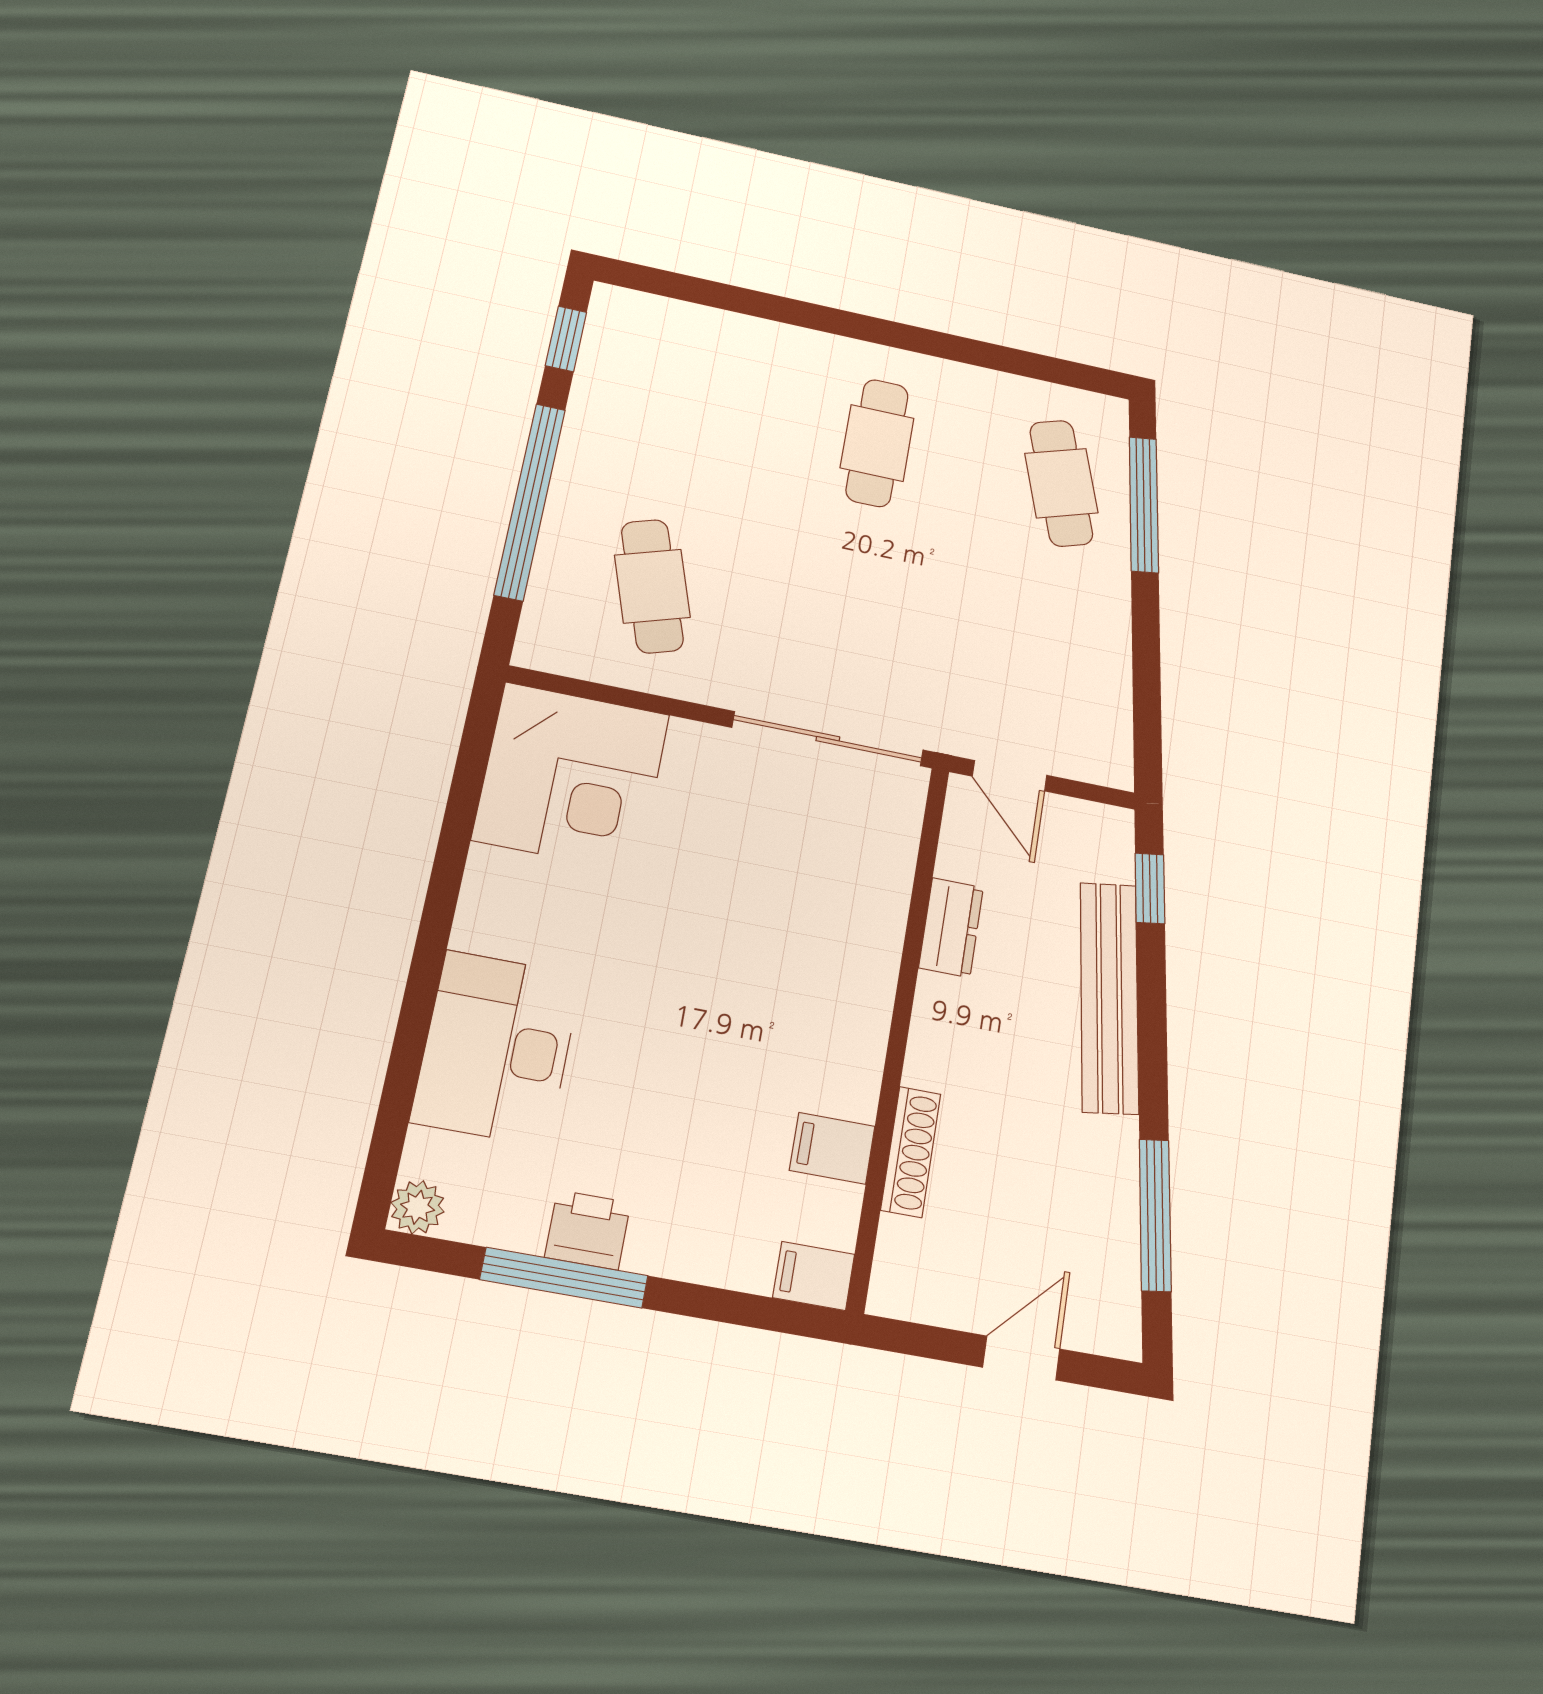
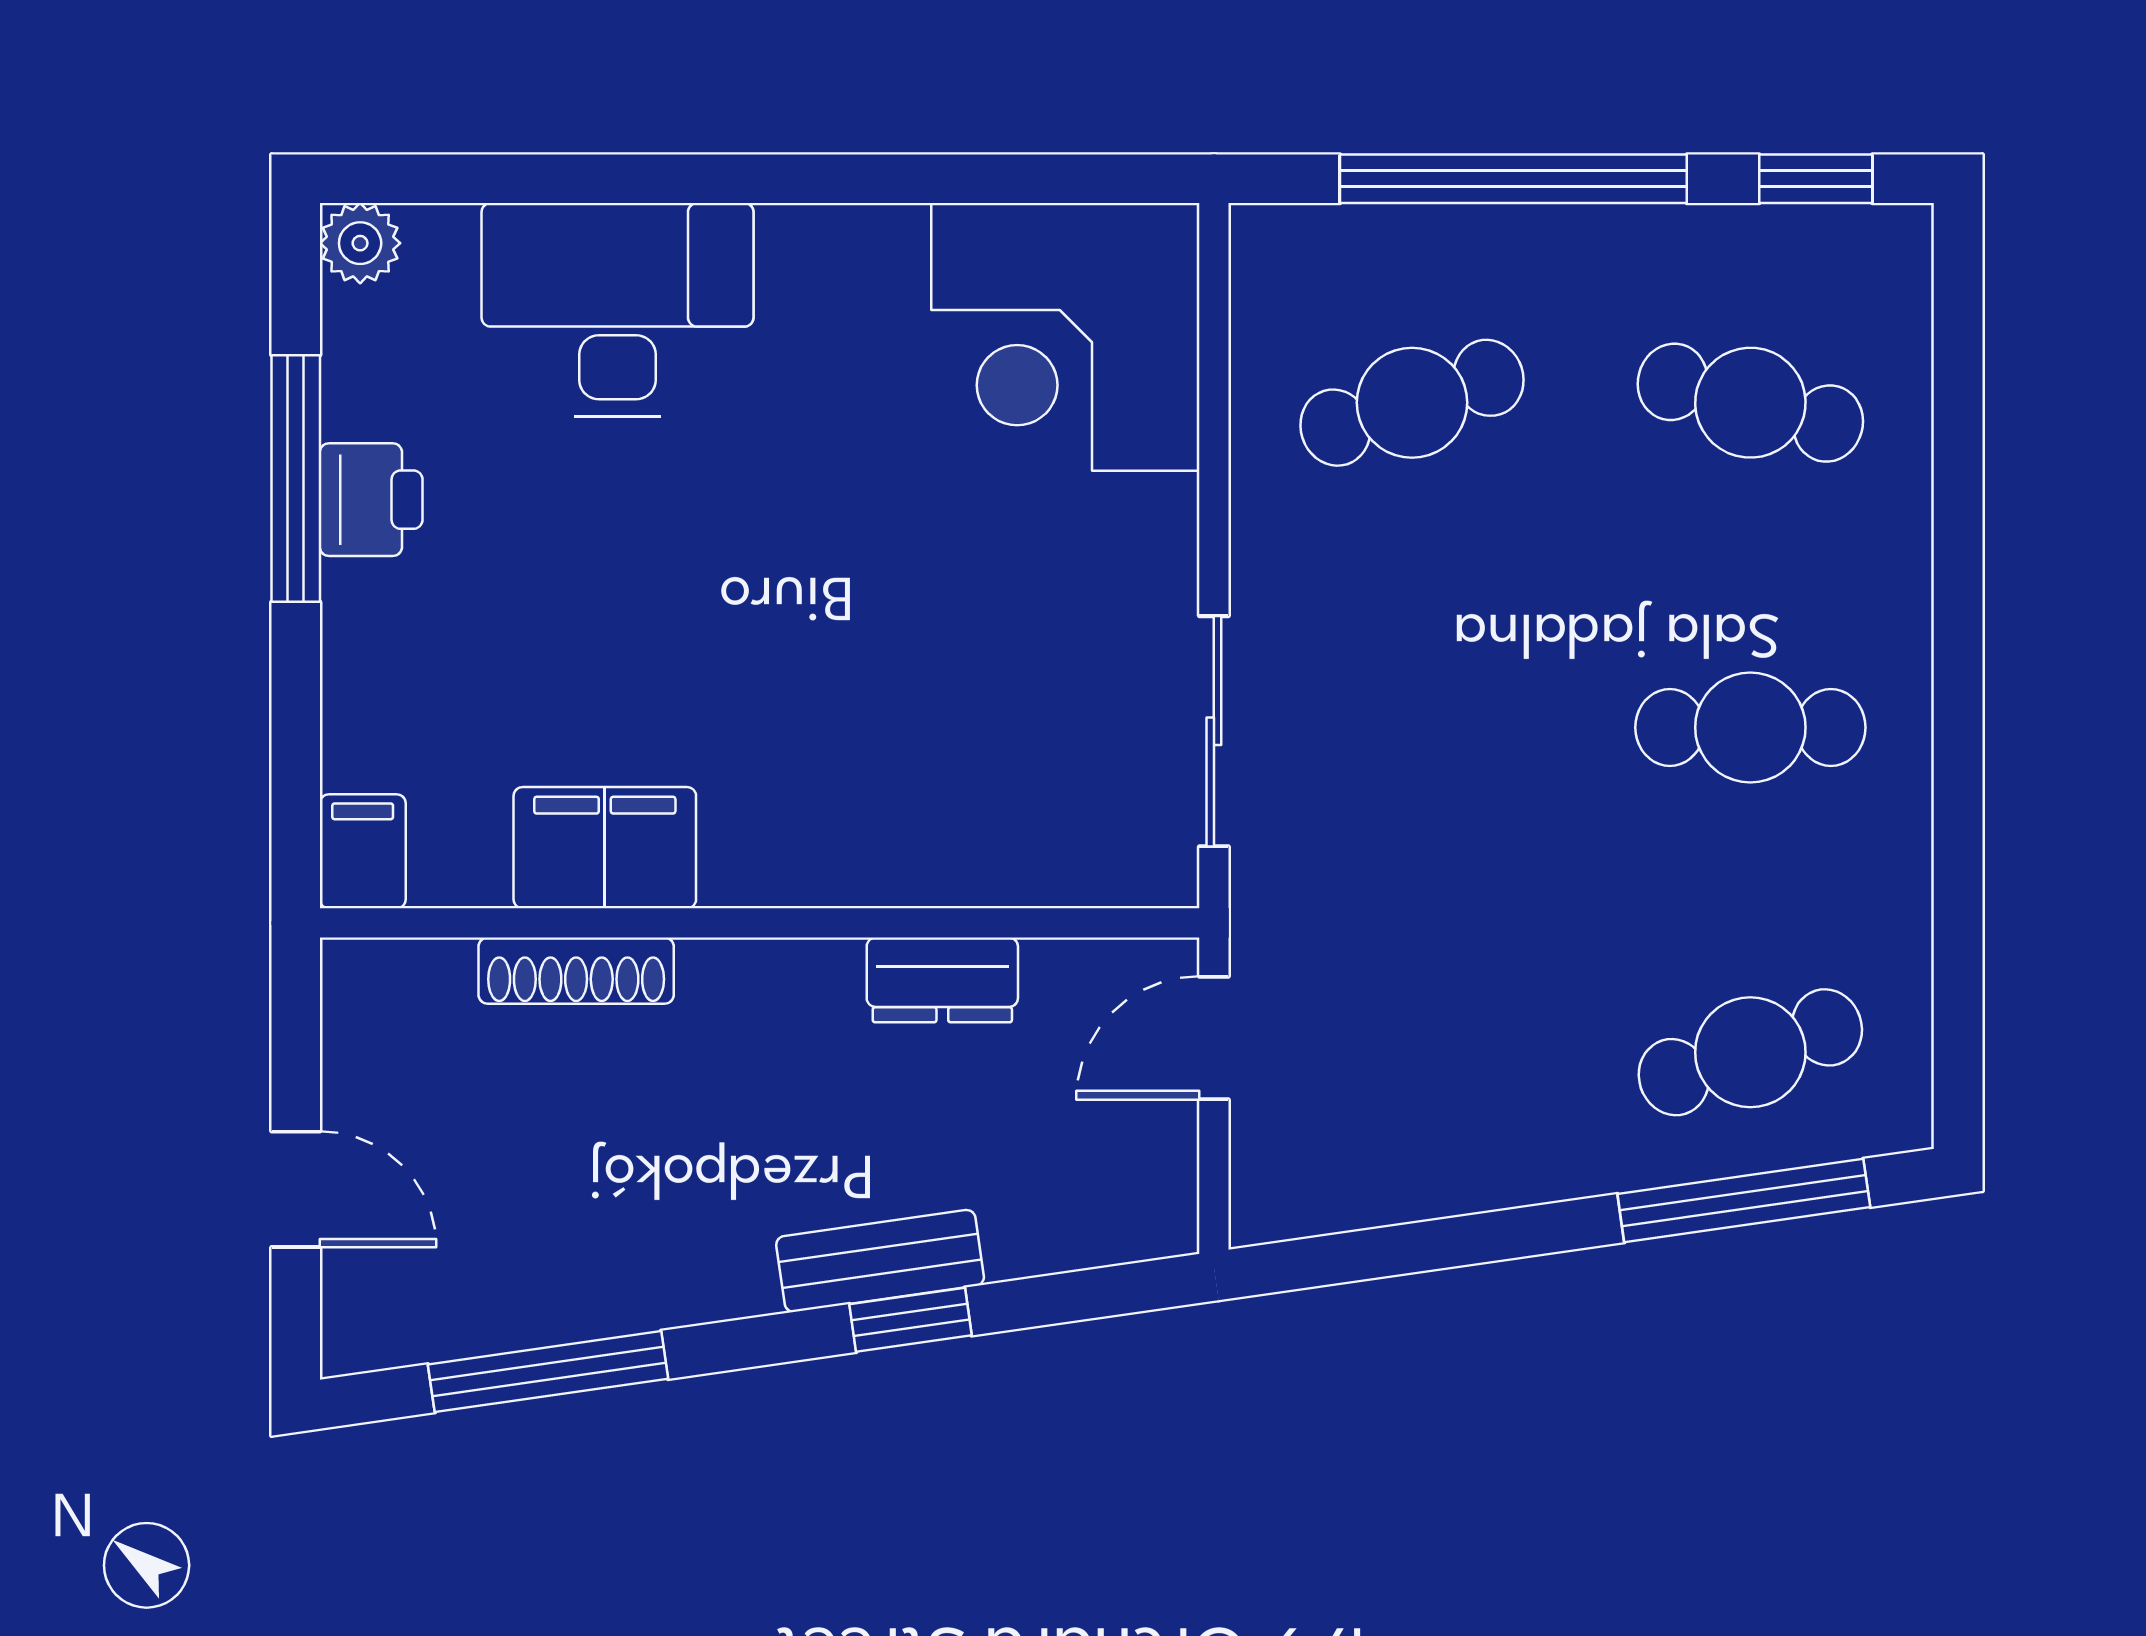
cafe table: (690, 402) -> (1750, 403), added
sliding door: (828, 739) -> (1214, 731), width x0.73
window: (1150, 888) -> (910, 1320), moved
bench: (1109, 997) -> (880, 1261), width x0.54, depth x0.82
filing cabinet: (832, 1148) -> (605, 848), width x2.00

